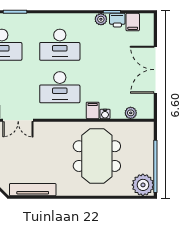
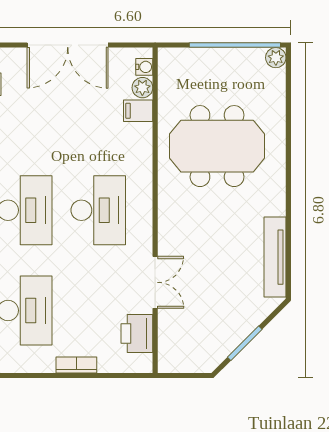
filing cabinet: (93, 110) -> (138, 111), moved
water cooler: (105, 114) -> (144, 67), moved
plant: (143, 185) -> (276, 58), width x0.53, depth x0.53

